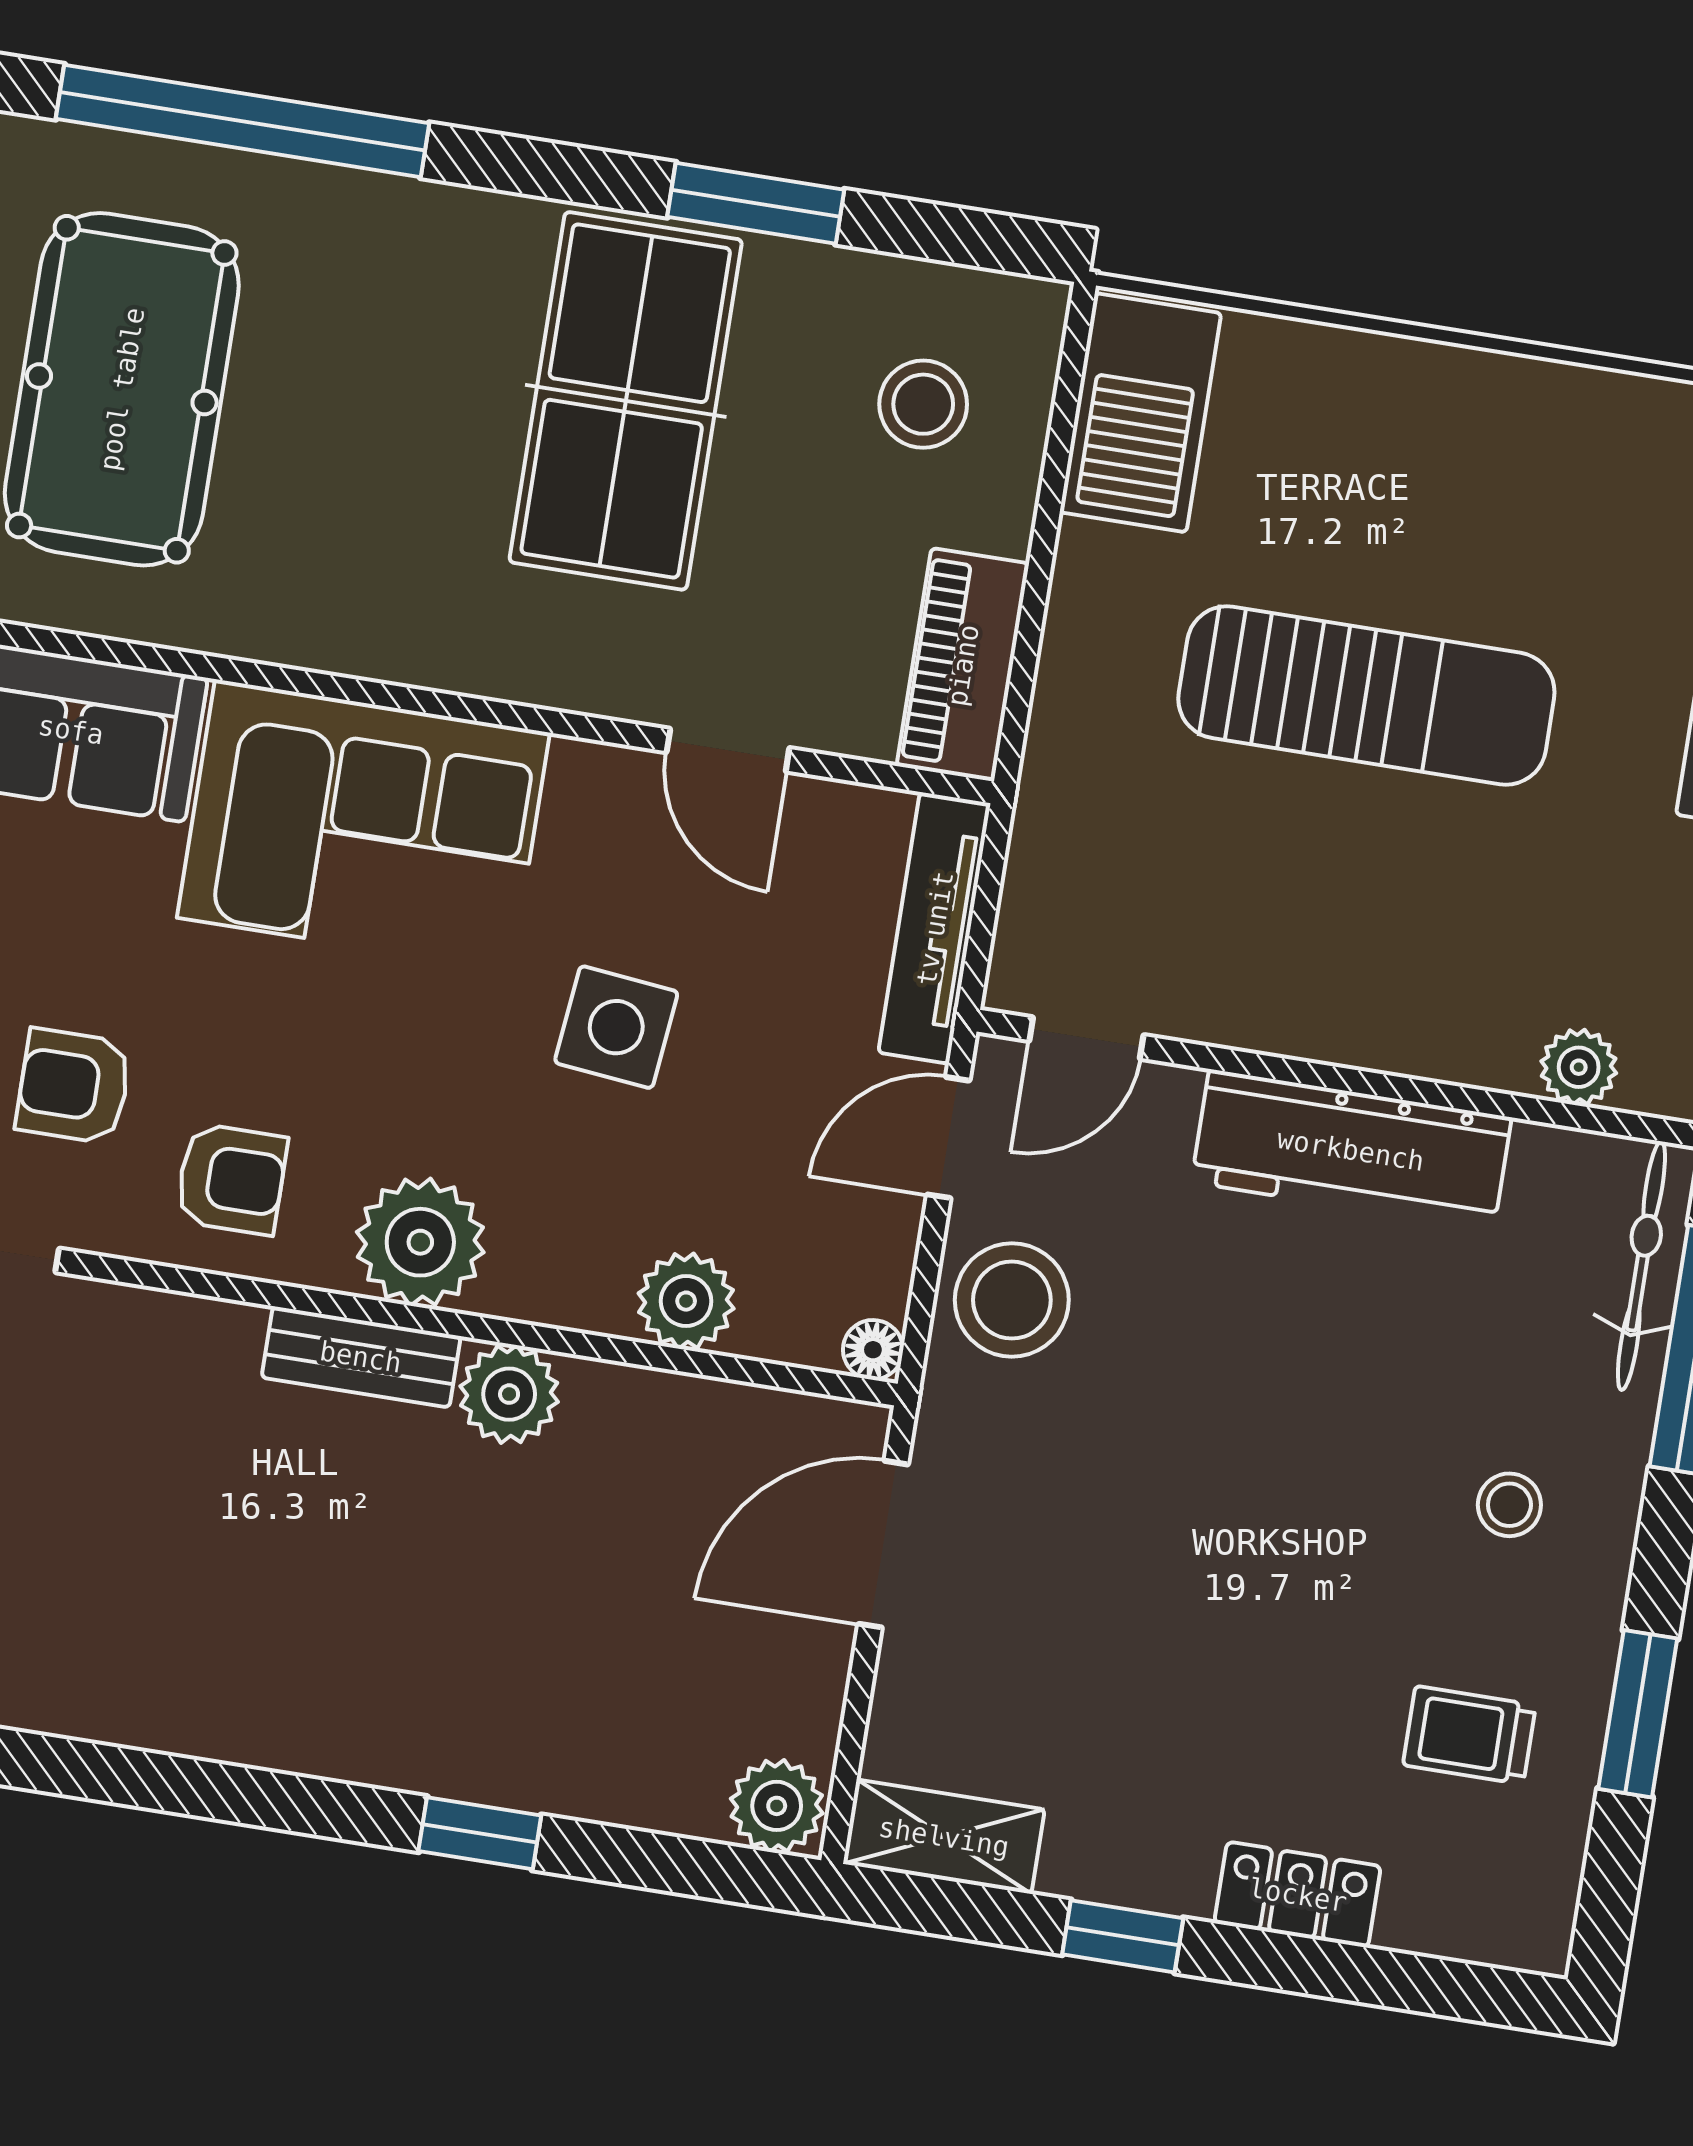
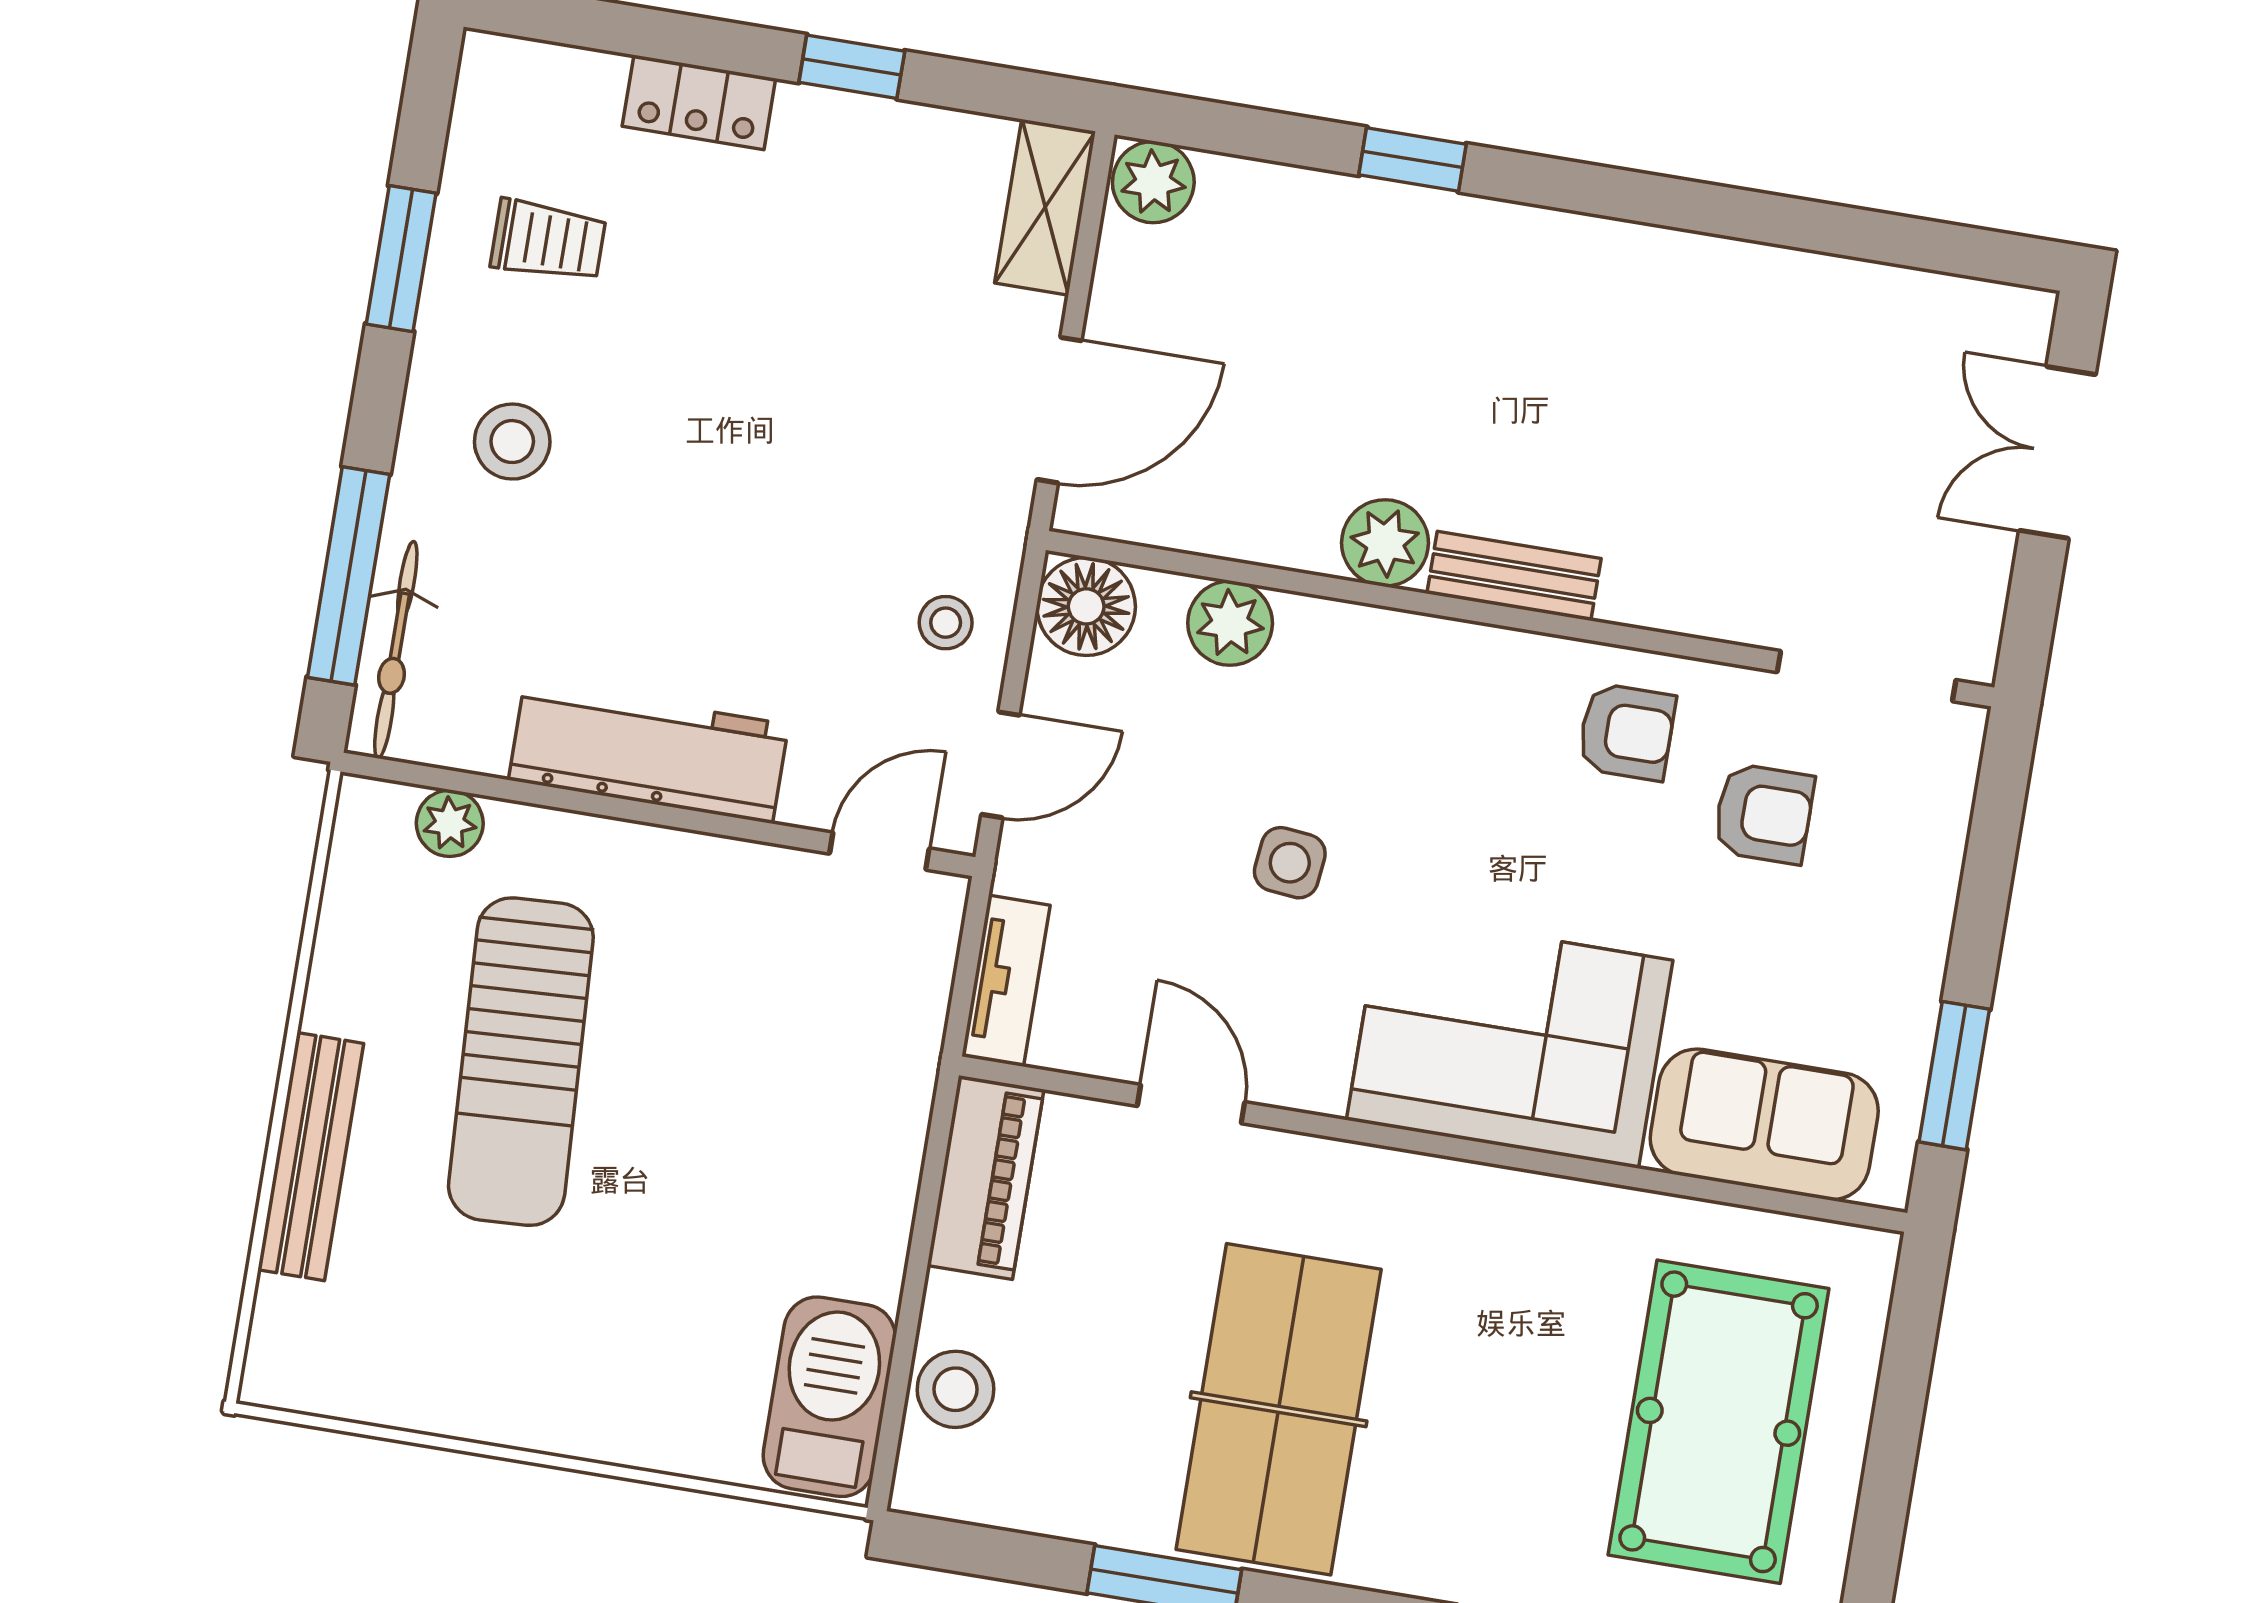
stool: (923, 404) -> (956, 1389), moved
sun lounger: (1366, 695) -> (521, 1062), moved, turned -93
tv unit: (935, 928) -> (1006, 981), width x0.71
side table: (616, 1027) -> (1290, 863), width x0.73, depth x0.73
armchair: (231, 1179) -> (1627, 732), turned 180
plant: (420, 1242) -> (1462, 676), removed
stool: (1012, 1300) -> (946, 623), width x0.53, depth x0.53
floor lamp: (873, 1350) -> (1086, 606), width x1.89, depth x1.89
stool: (1509, 1505) -> (512, 442), width x1.37, depth x1.37
shelving: (944, 1837) -> (1045, 207), moved, turned 90

